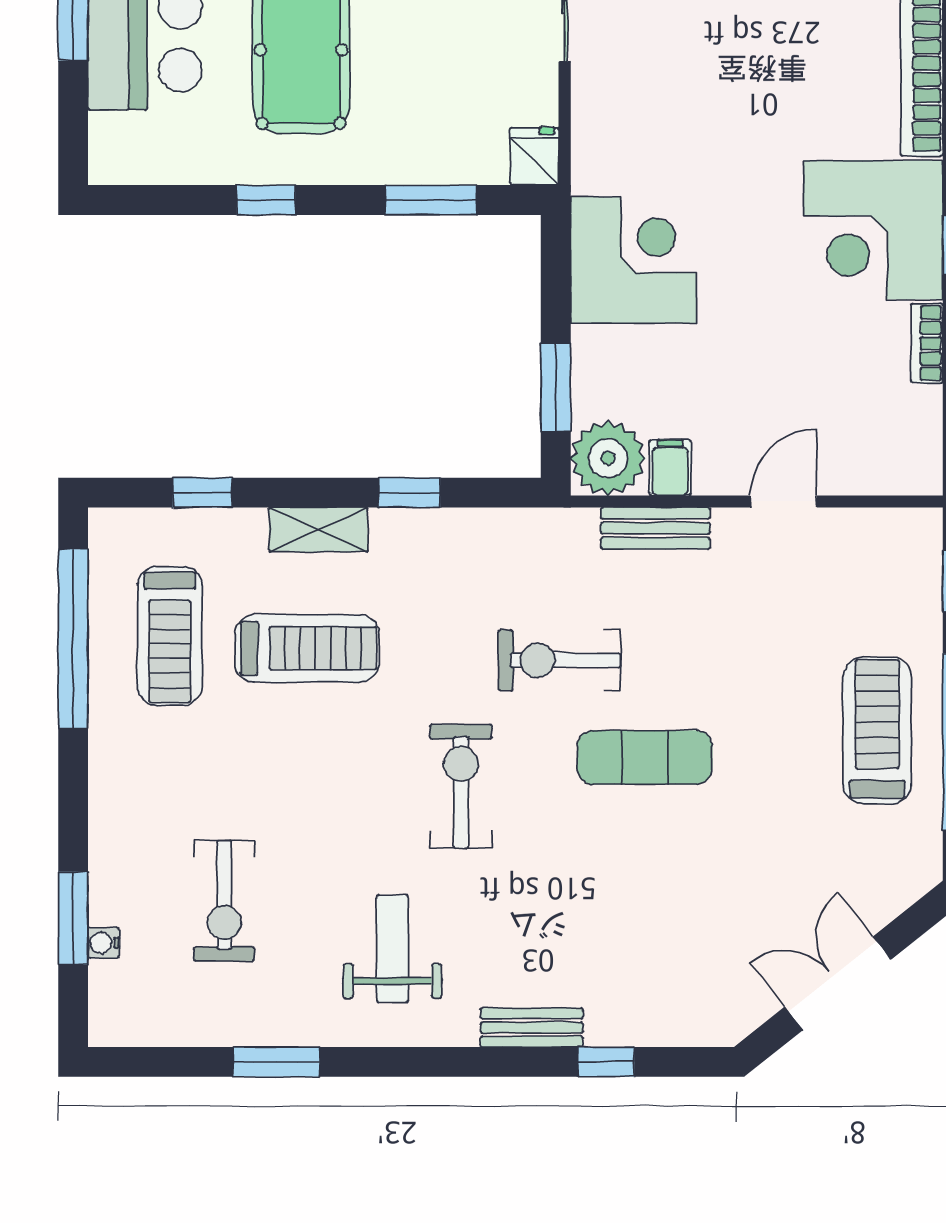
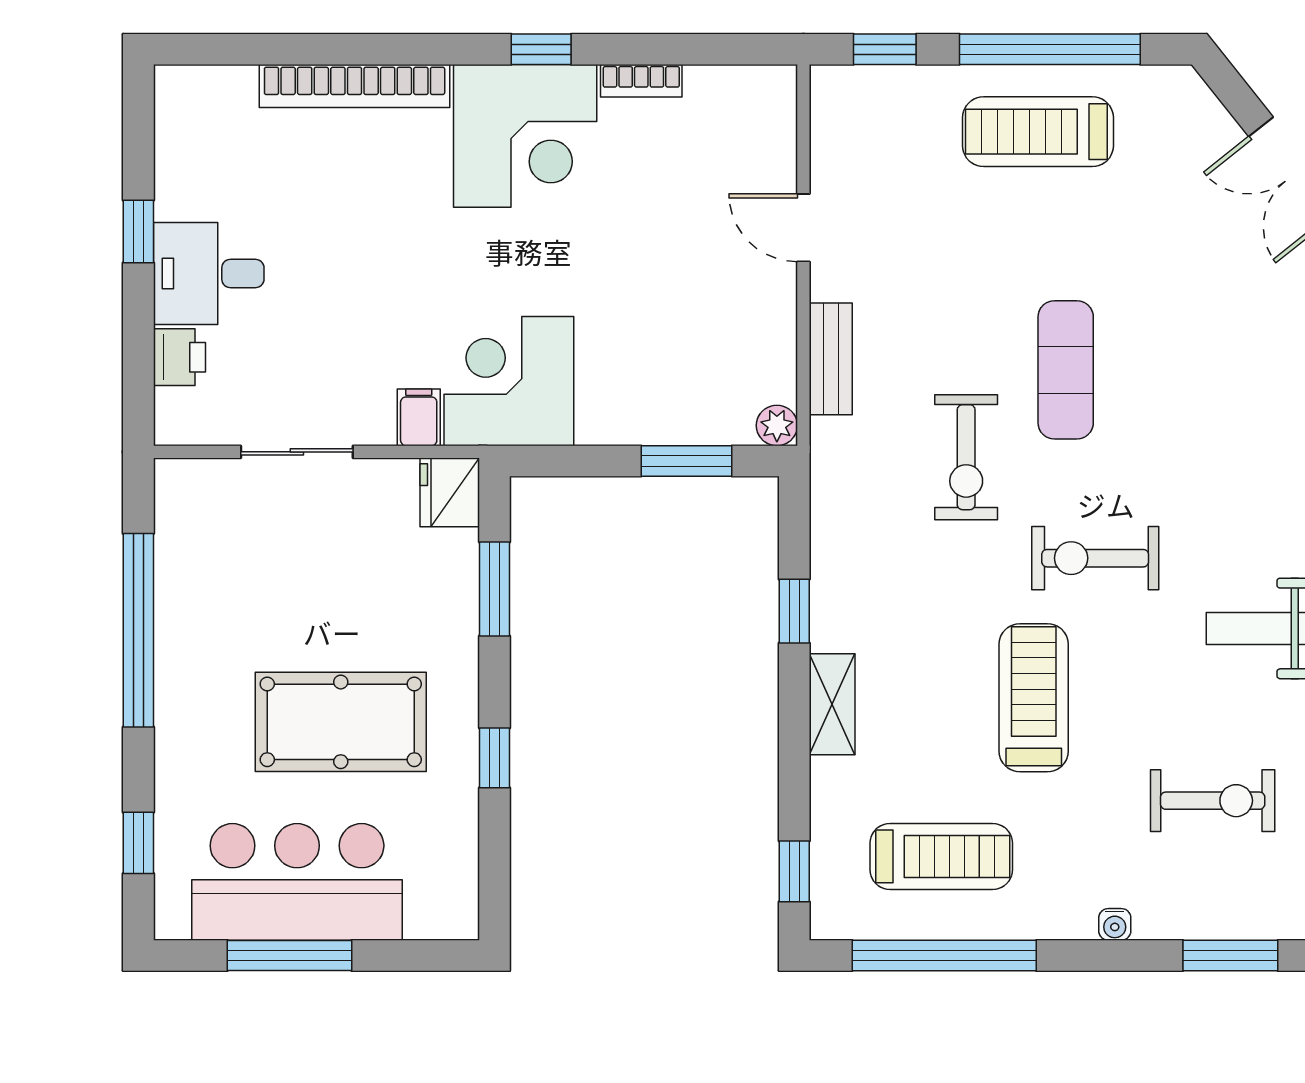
fridge: (534, 156) -> (450, 492), width x1.38
corner desk: (634, 260) -> (509, 381), moved
plant: (608, 458) -> (777, 425), width x0.53, depth x0.53
filing cabinet: (670, 468) -> (419, 417), moved, turned 90
window: (202, 493) -> (794, 871), moved
treadmill: (307, 648) -> (1034, 698), moved
water cooler: (103, 943) -> (1115, 924), moved

